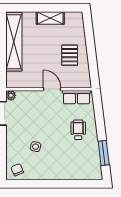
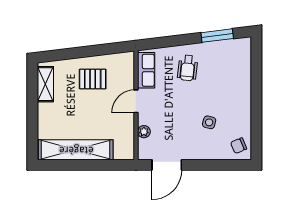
shelving: (50, 18) -> (45, 84), moved
plant: (11, 95) -> (144, 132), moved
wheelchair: (78, 130) -> (188, 68), turned -84

